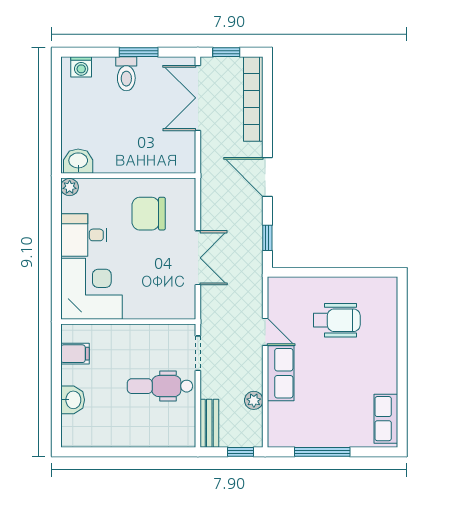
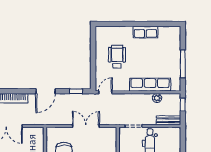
door: (265, 332) -> (105, 92), moved
row of seats: (281, 373) -> (150, 85), width x1.48
row of seats: (386, 419) -> (145, 32), moved

